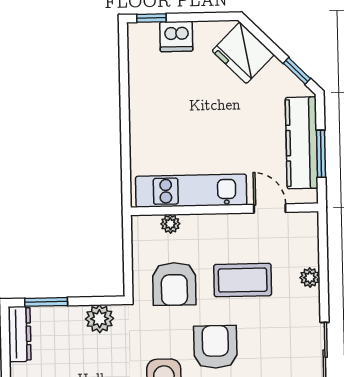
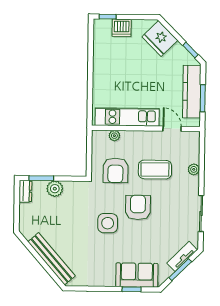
plant: (100, 319) -> (55, 189), moved
dresser: (20, 334) -> (25, 191), width x0.70

